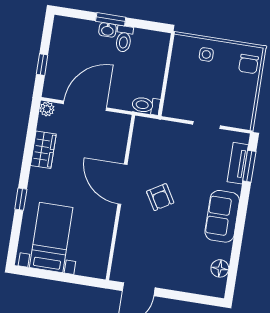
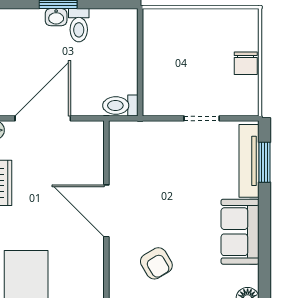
side table: (206, 54) -> (187, 28), removed
chair: (248, 64) -> (246, 63), moved
tv unit: (238, 163) -> (249, 161), width x1.41
armchair: (160, 197) -> (156, 263), moved

